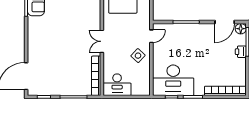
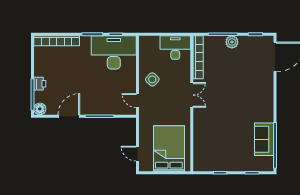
door: (225, 22) -> (69, 116), moved
door: (151, 36) -> (138, 101), hinge flipped
plant: (65, 90) -> (232, 42), added

